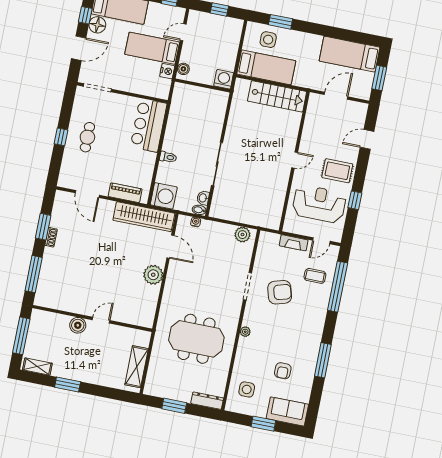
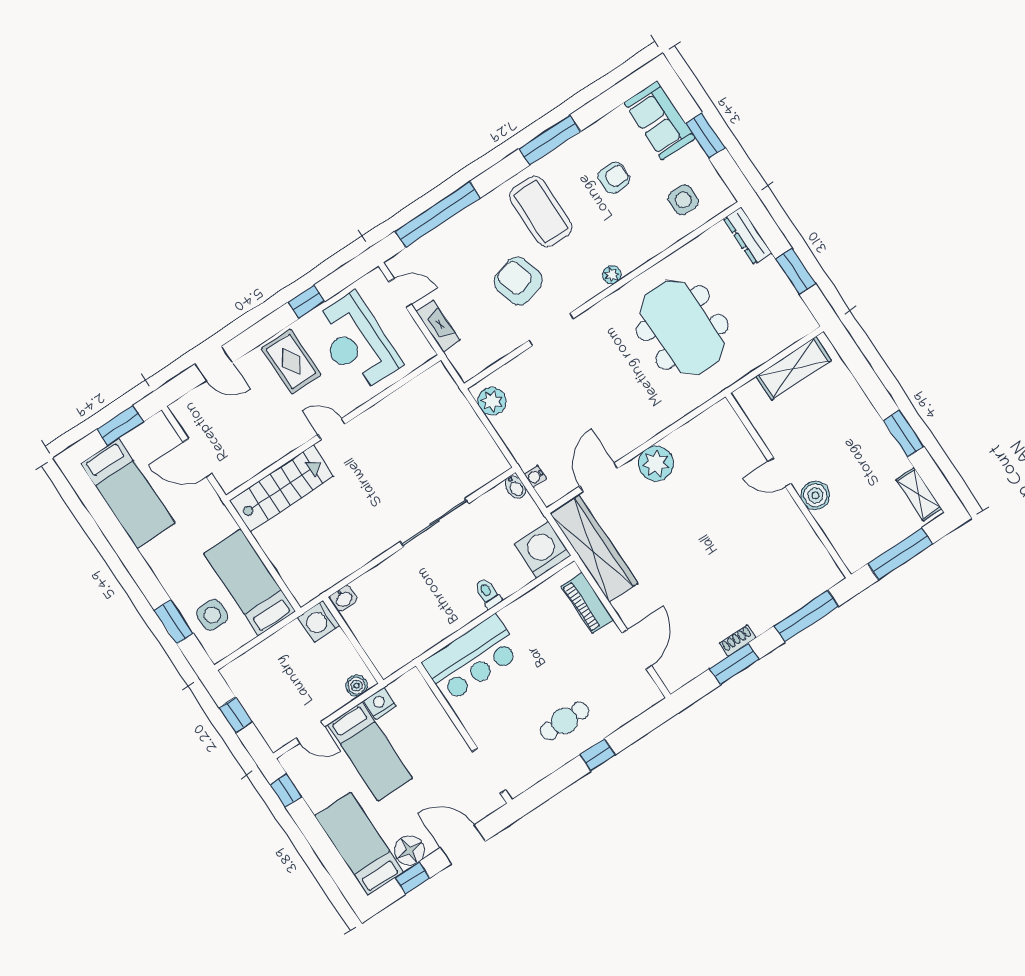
stairs: (277, 96) -> (282, 489), moved, turned 90
washbasin: (203, 198) -> (343, 598), moved
coffee table: (315, 276) -> (541, 212), moved, width x1.86, depth x1.72

